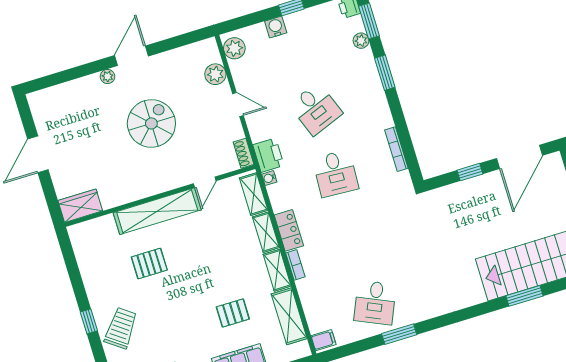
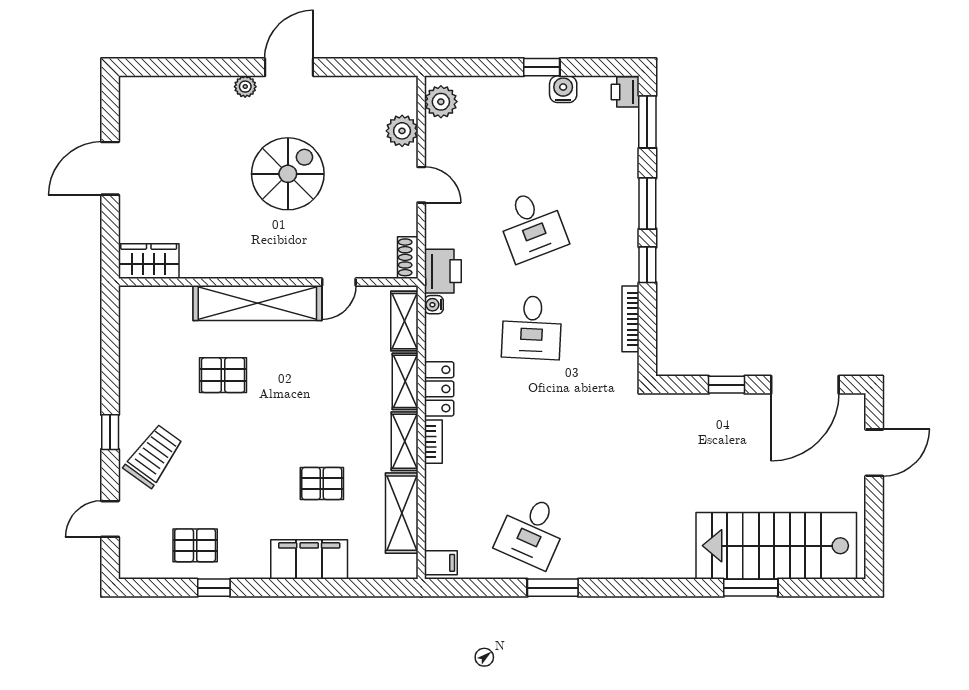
water cooler: (276, 27) -> (563, 89), moved
plant: (361, 41) -> (627, 147), removed
window: (397, 111) -> (647, 265), added

